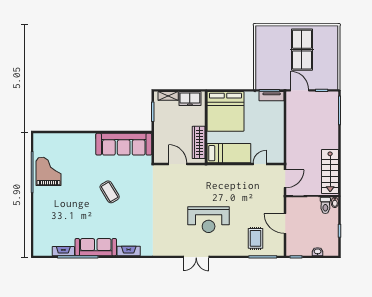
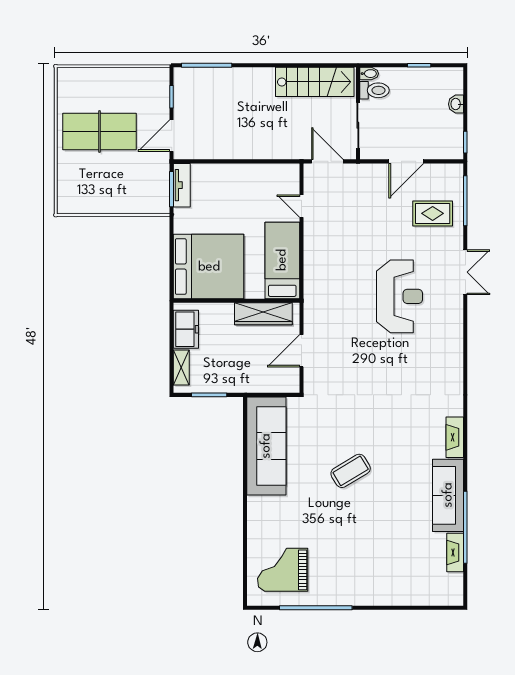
grand piano: (48, 171) -> (283, 570), moved
double door: (196, 257) -> (465, 272), moved

